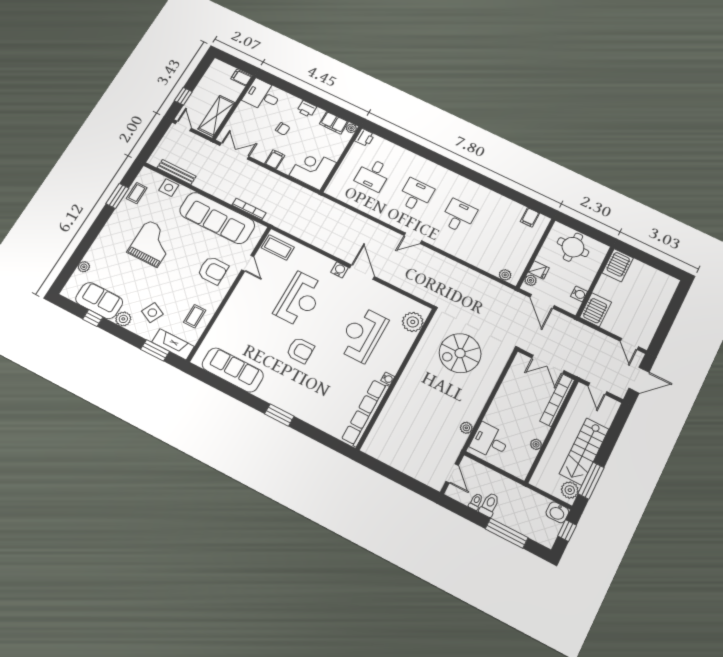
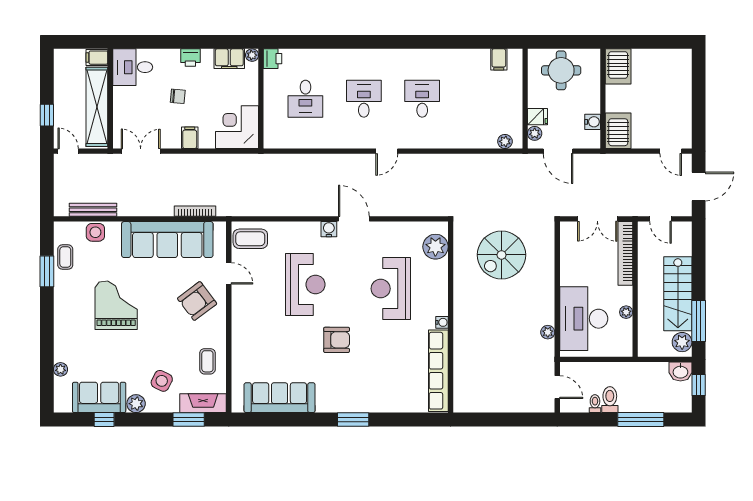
shelving: (217, 116) -> (97, 107), width x1.47
armchair: (213, 270) -> (197, 301), turned 143
desk: (490, 441) -> (584, 319), width x1.87, depth x1.30

